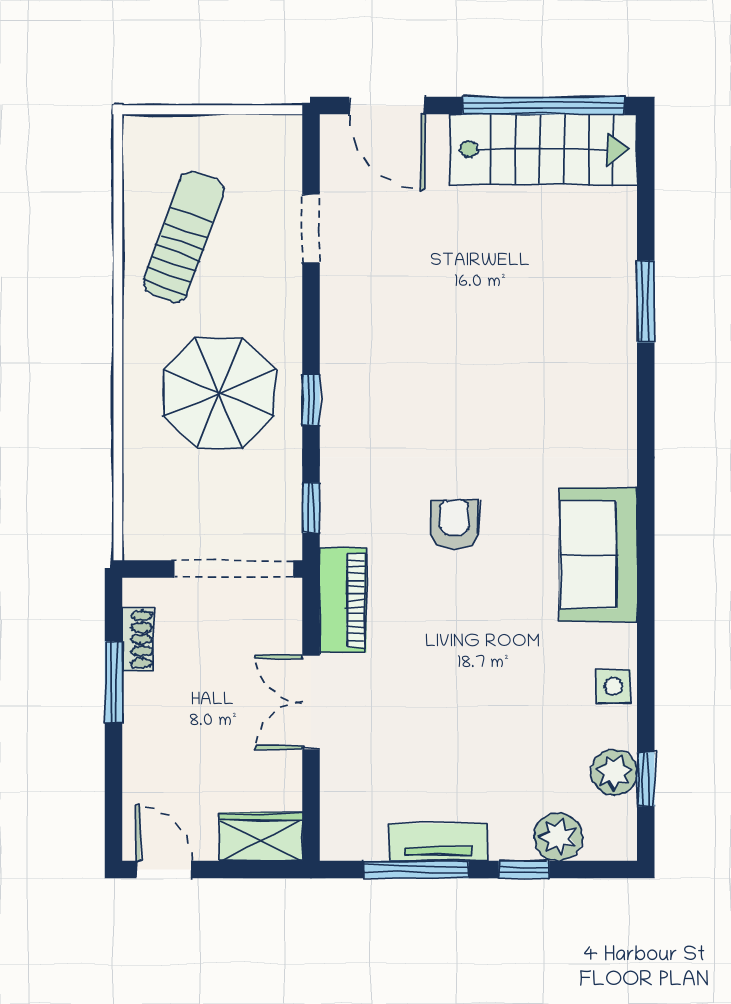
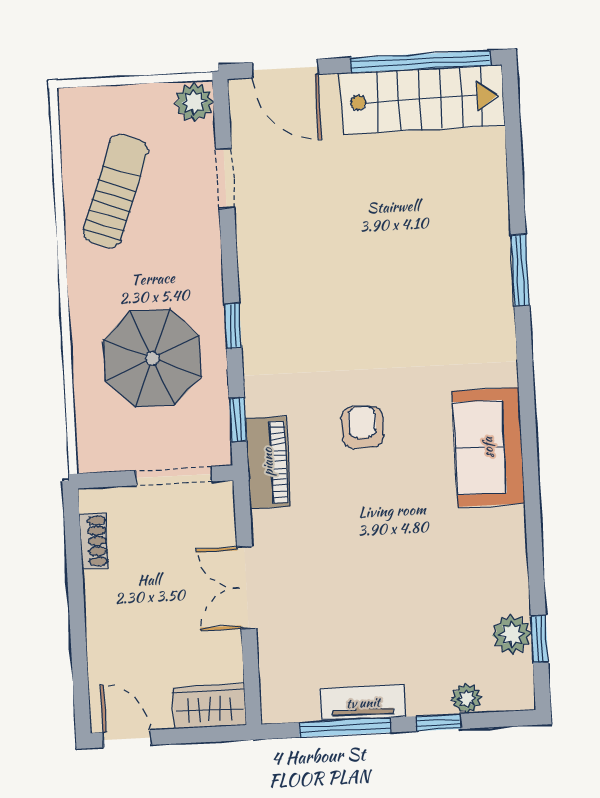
plant: (280, 139) -> (194, 102), added
window: (646, 302) -> (520, 270), moved
parasol: (220, 393) -> (152, 358), moved
doorway: (234, 569) -> (174, 476), width x0.73
piano: (343, 600) -> (268, 462), moved
window: (114, 682) -> (75, 579), removed
side table: (613, 686) -> (507, 560), removed
plant: (558, 837) -> (467, 698), width x0.73, depth x0.73

